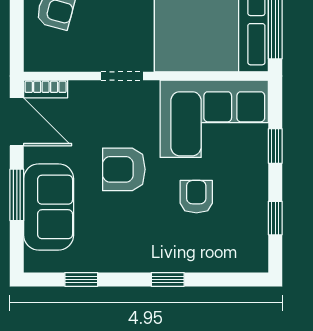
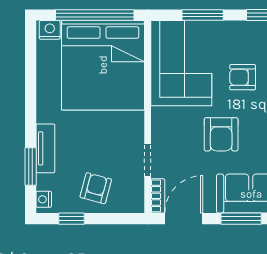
doorway: (122, 76) -> (148, 160), moved
window: (275, 146) -> (203, 15), width x1.50

